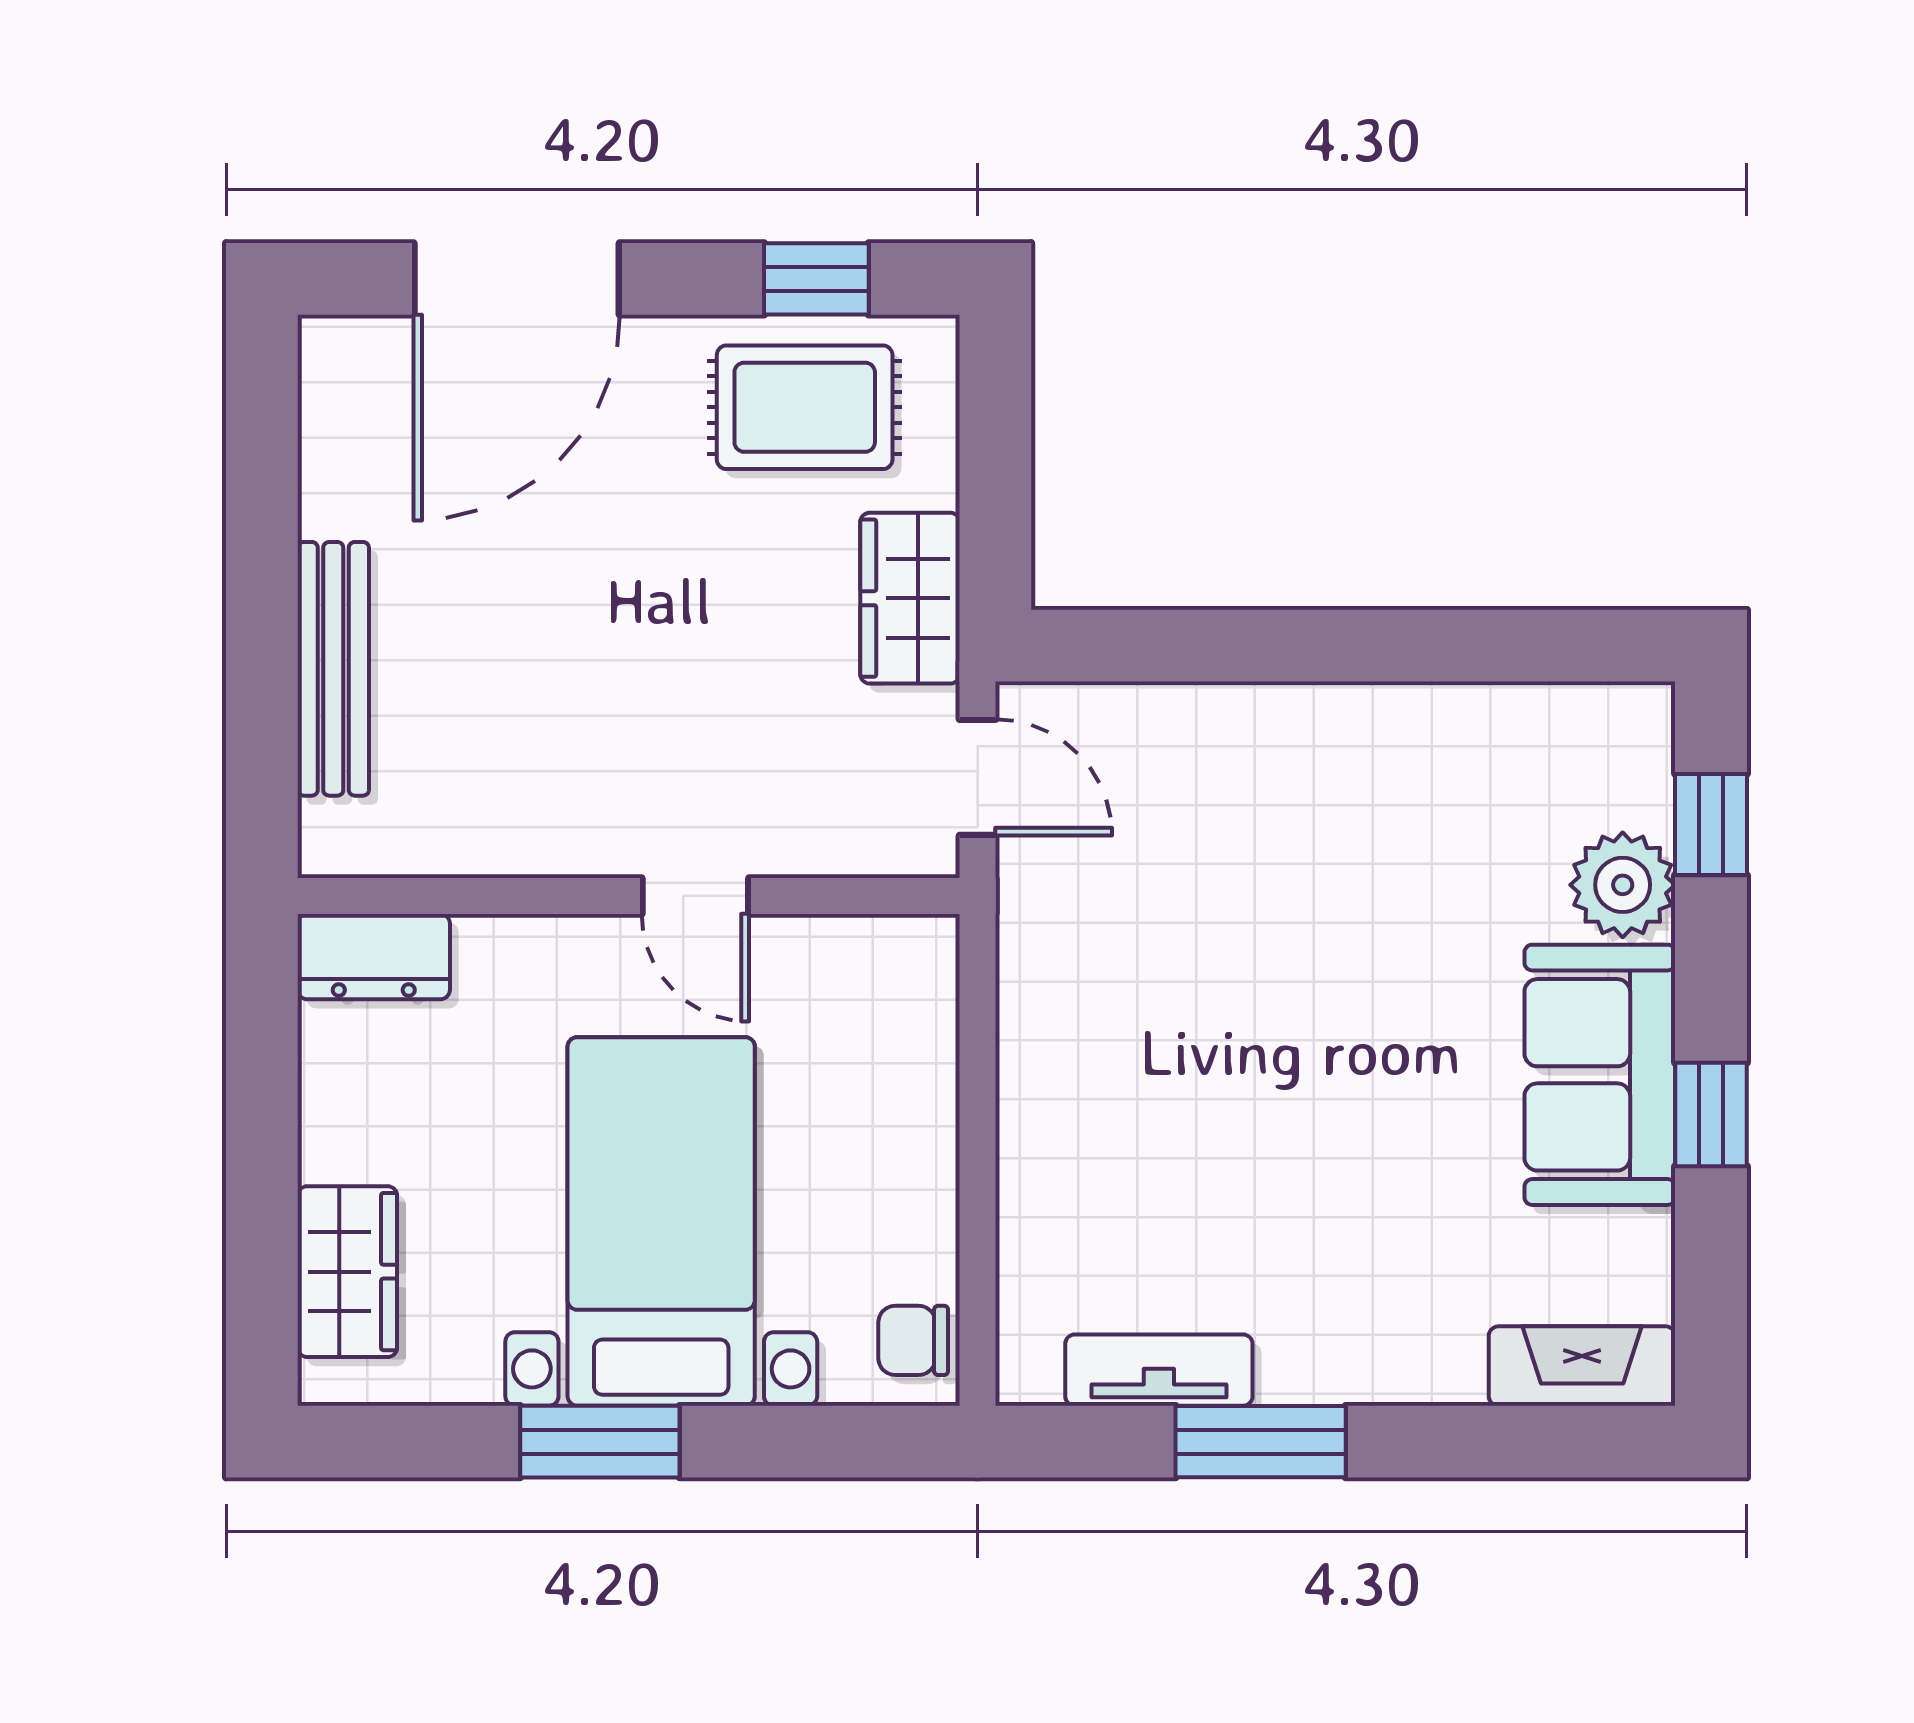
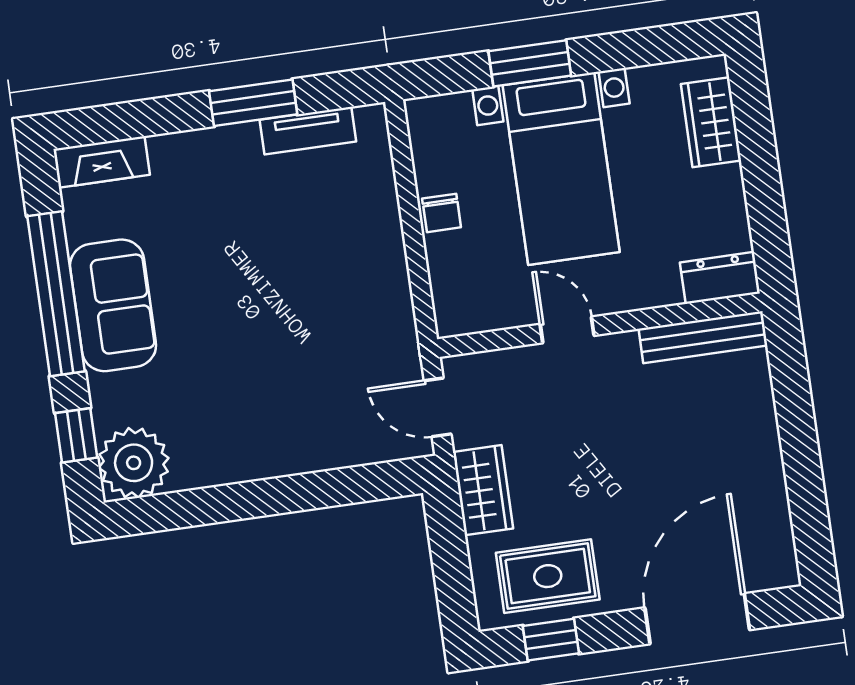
bench: (333, 669) -> (703, 337), moved, turned 90
plant: (1623, 885) -> (134, 463), moved, width x1.36, depth x1.36
window: (1711, 1114) -> (56, 294), width x3.17
chair: (913, 1340) -> (442, 213), moved, turned 90
window: (600, 1442) -> (530, 63), moved

